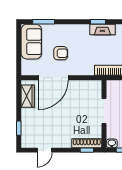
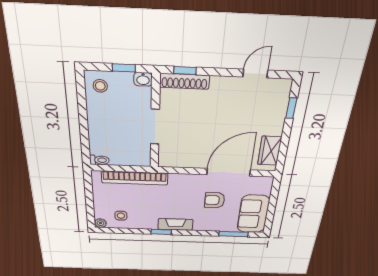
fireplace: (102, 29) -> (175, 224), moved

